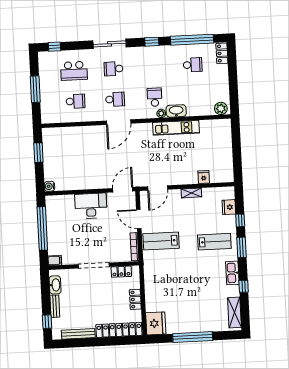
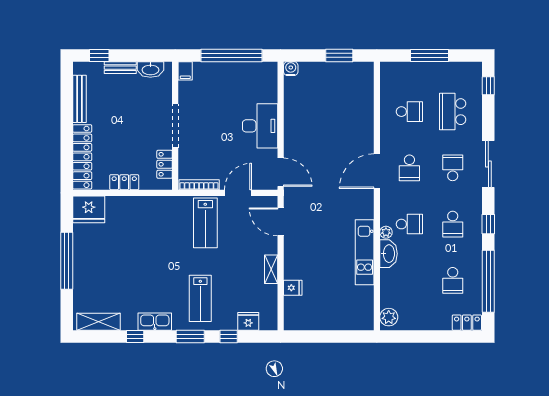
school desk: (153, 67) -> (453, 224), added
school desk: (75, 101) -> (409, 112), turned -90
door: (119, 122) -> (377, 171), hinge flipped
lab bench: (161, 241) -> (205, 223), turned 180

